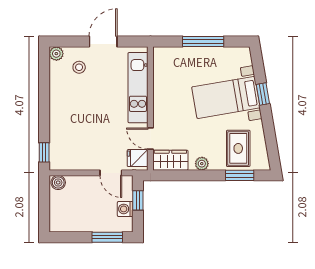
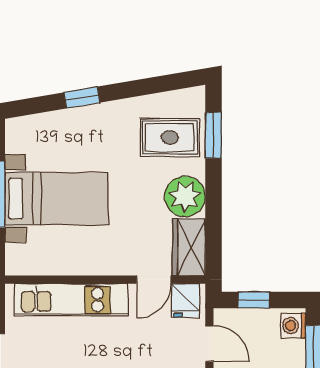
bed with nightstands: (226, 97) -> (57, 199), moved, turned -80
plant: (202, 164) -> (185, 196), width x1.88, depth x1.88
door: (111, 173) -> (209, 344), hinge flipped
washing machine: (125, 209) -> (293, 326), moved, turned 90

